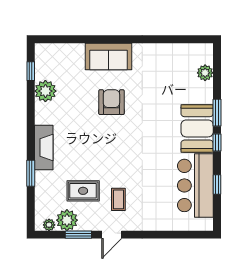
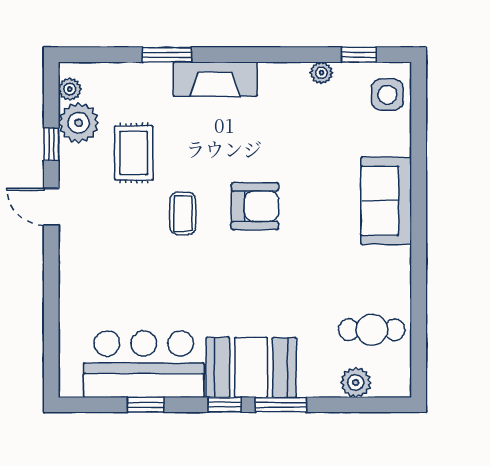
side table: (52, 56) -> (387, 95), added
cafe table: (177, 64) -> (372, 330), added
plant: (45, 91) -> (321, 73), width x0.53, depth x0.53
armchair: (111, 102) -> (255, 206), moved
coffee table: (118, 199) -> (183, 213), moved, turned 90
window: (78, 235) -> (51, 144), width x0.67

